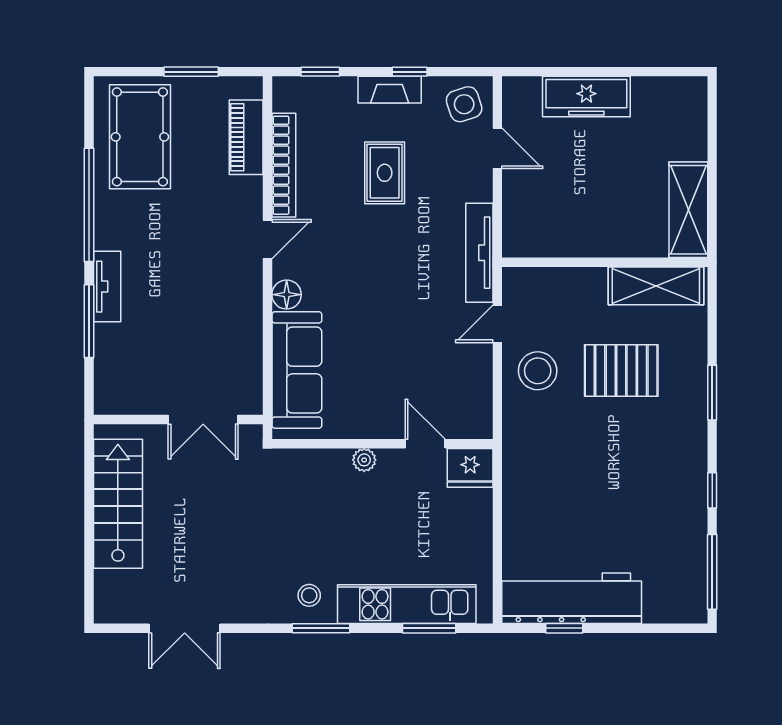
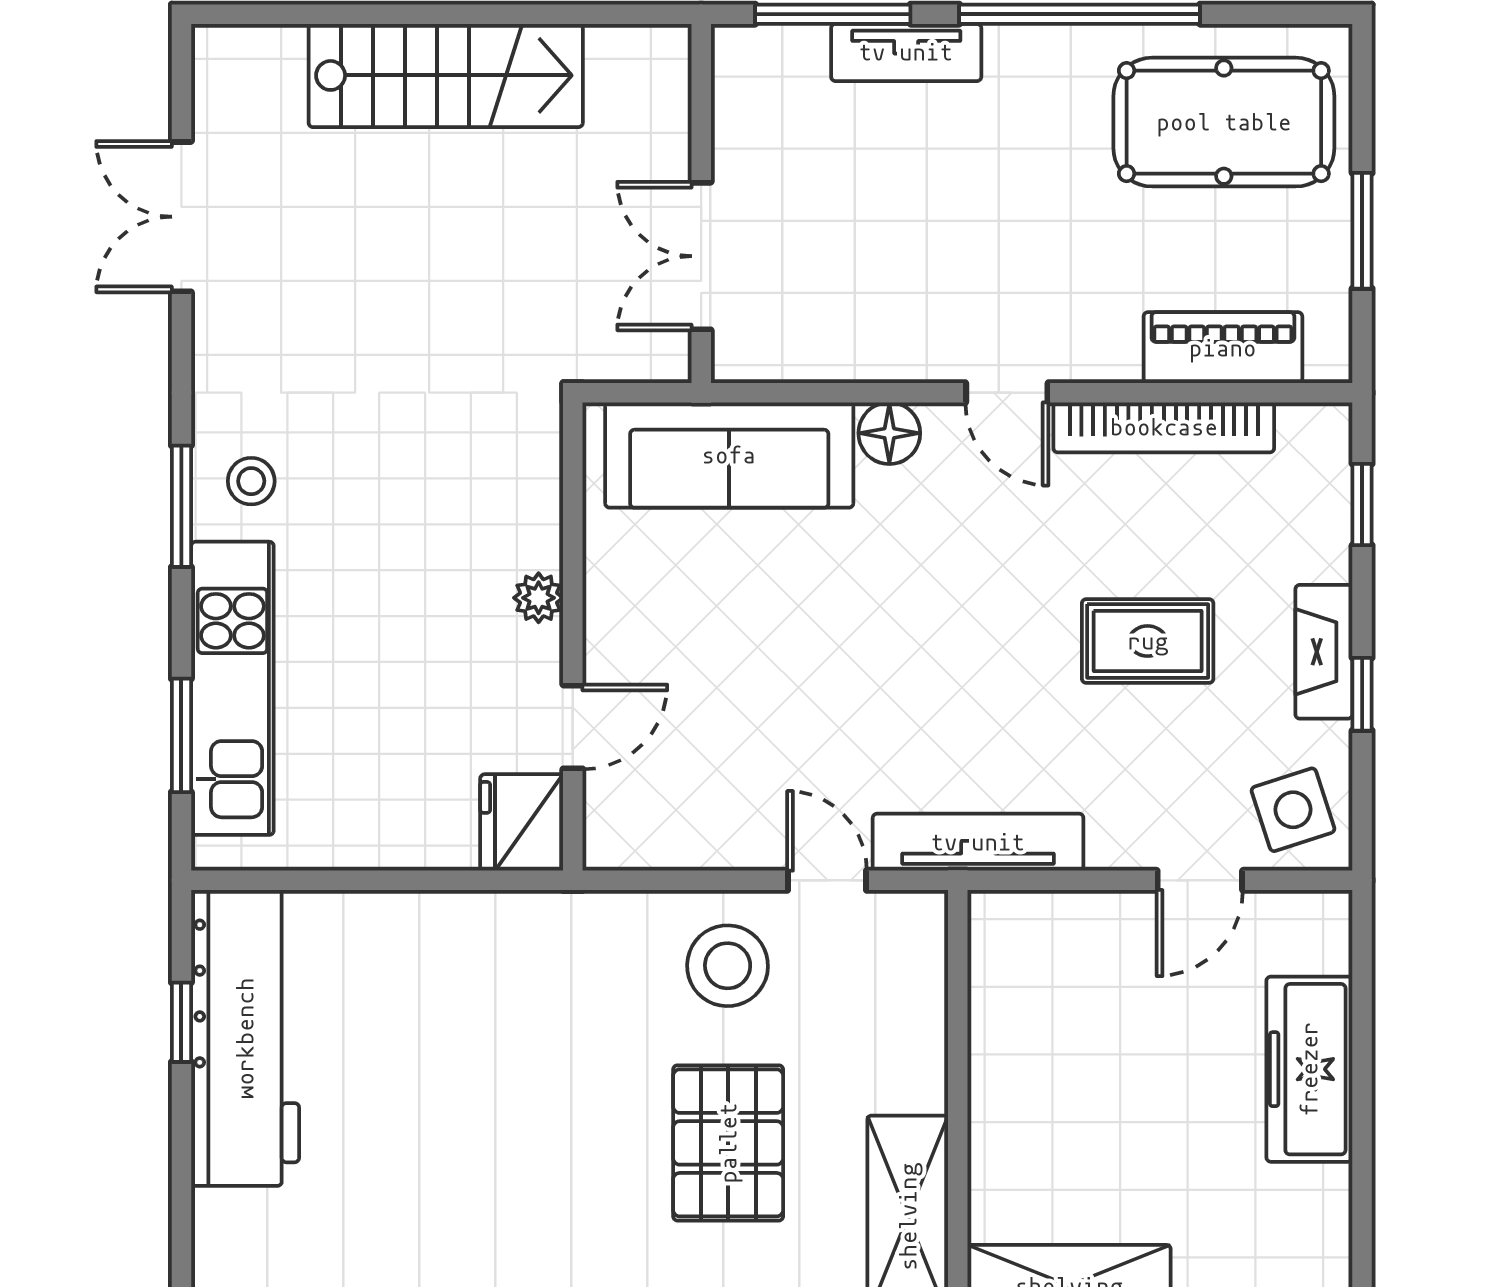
wall: (178, 420) -> (701, 203), moved
double door: (203, 420) -> (701, 256), moved

